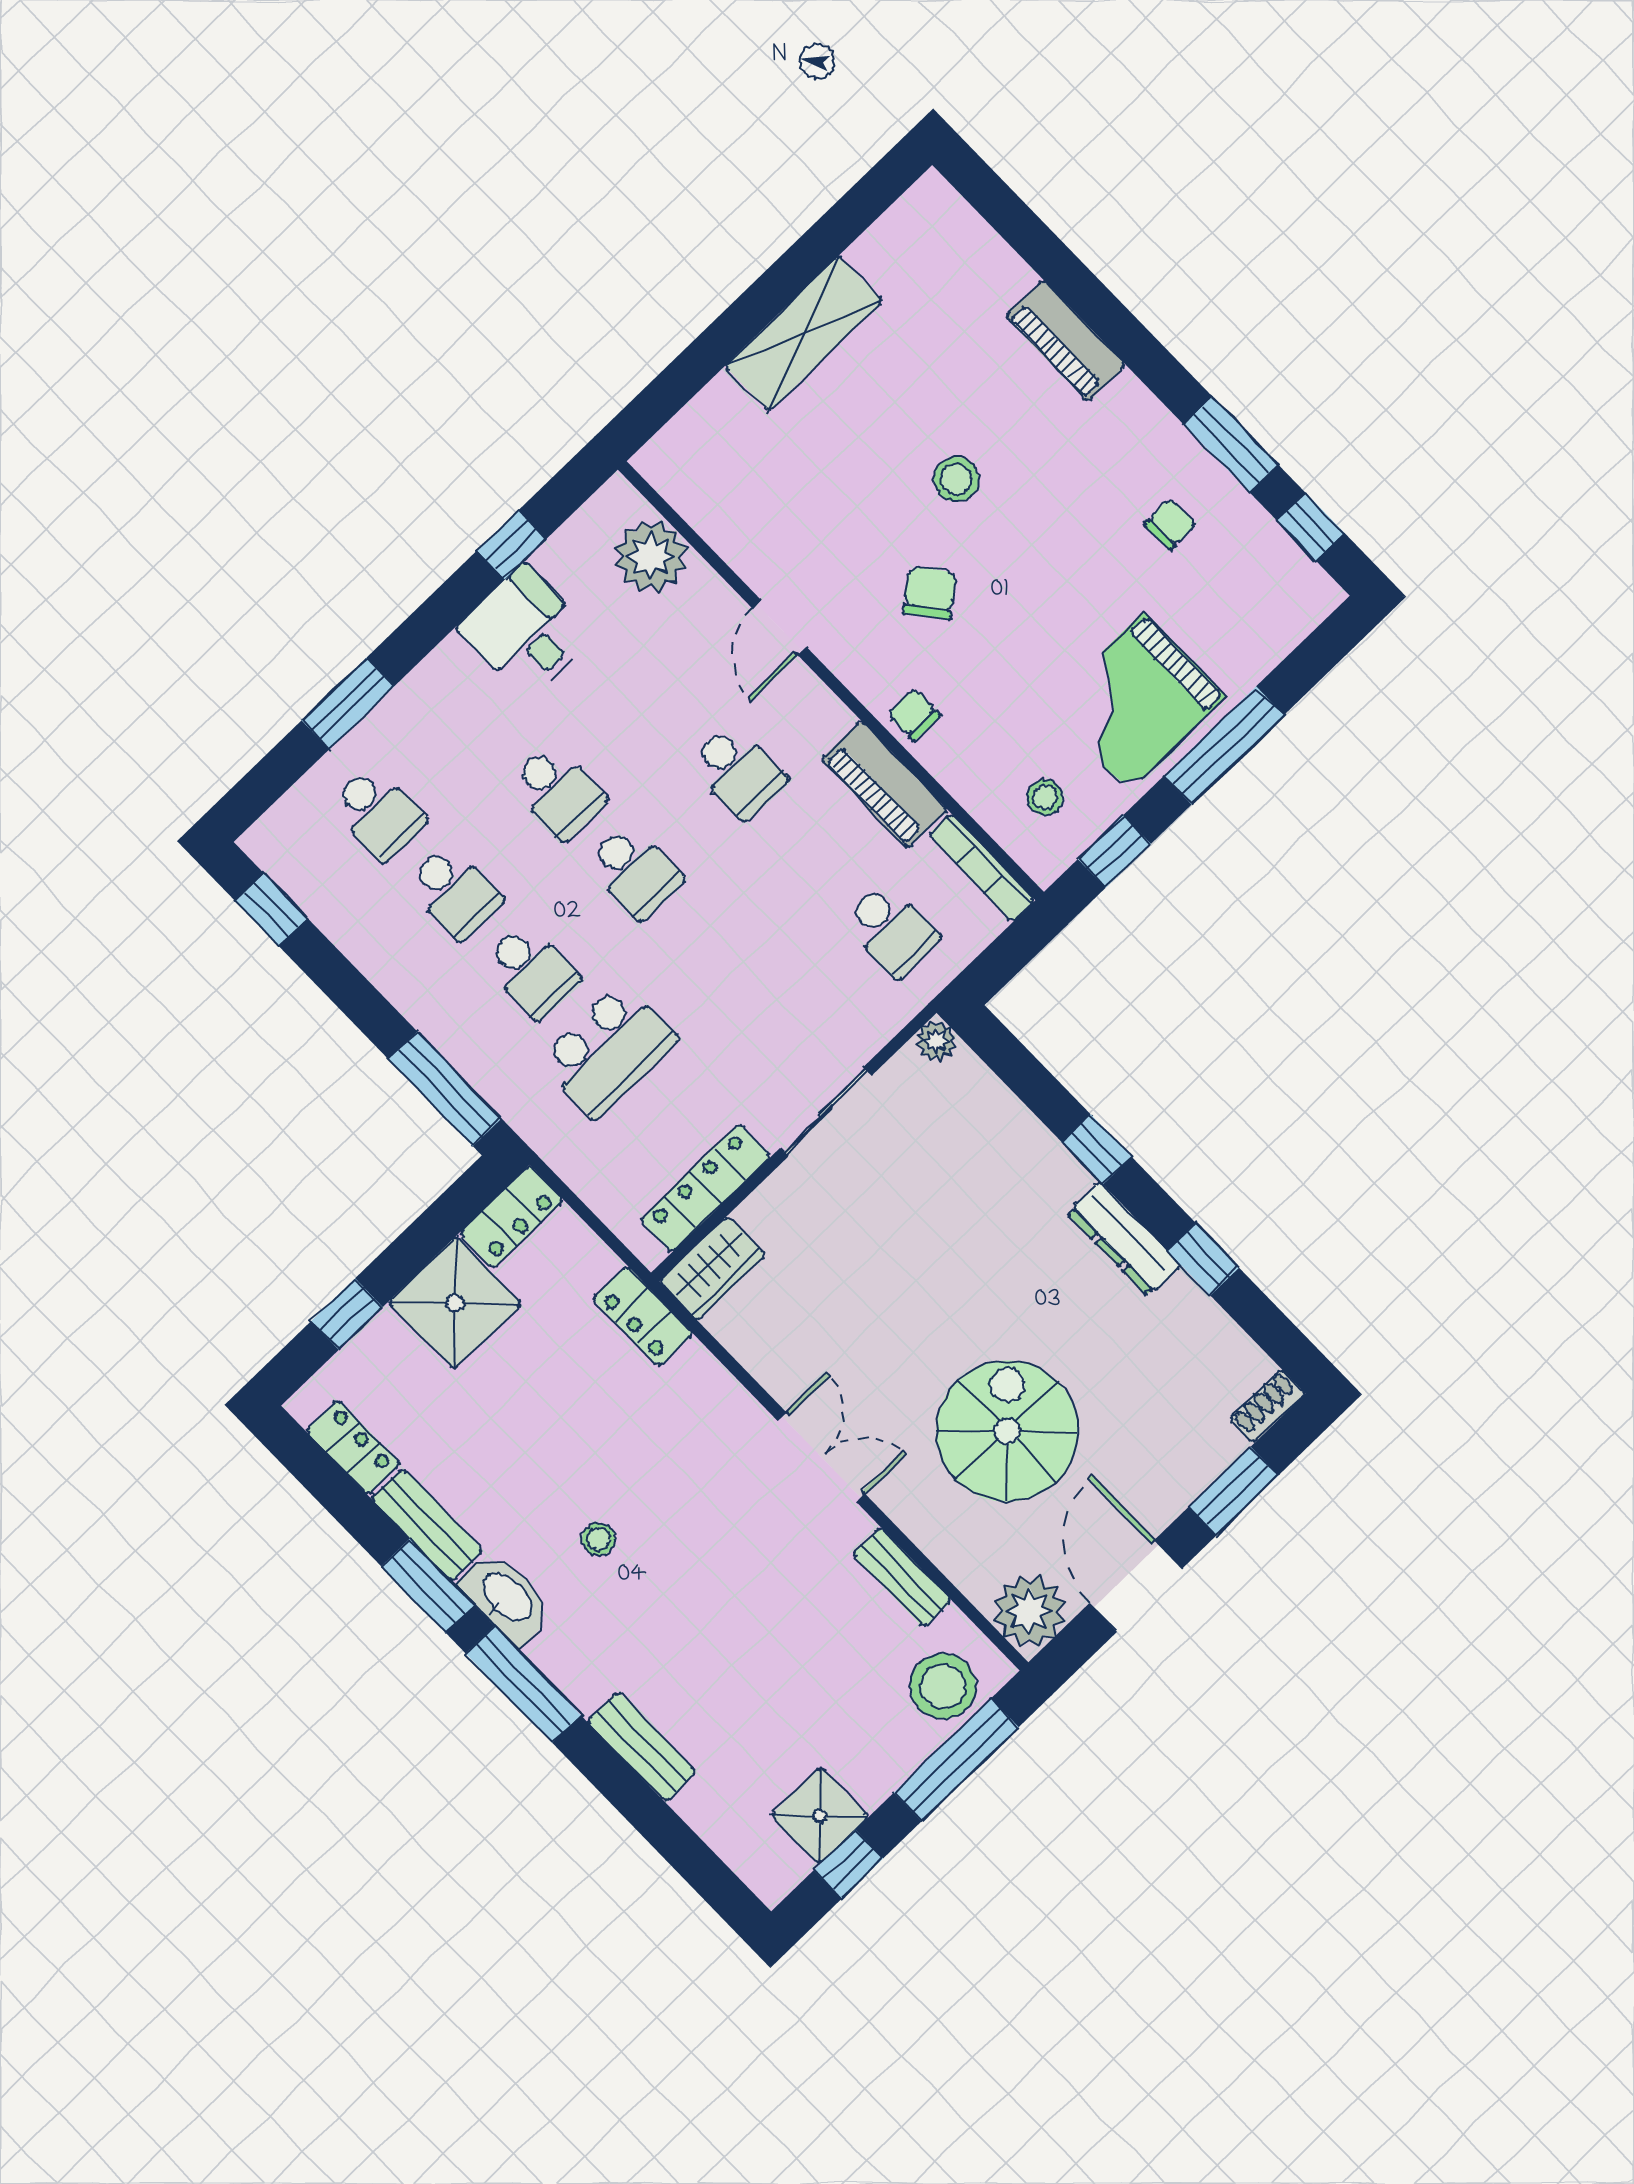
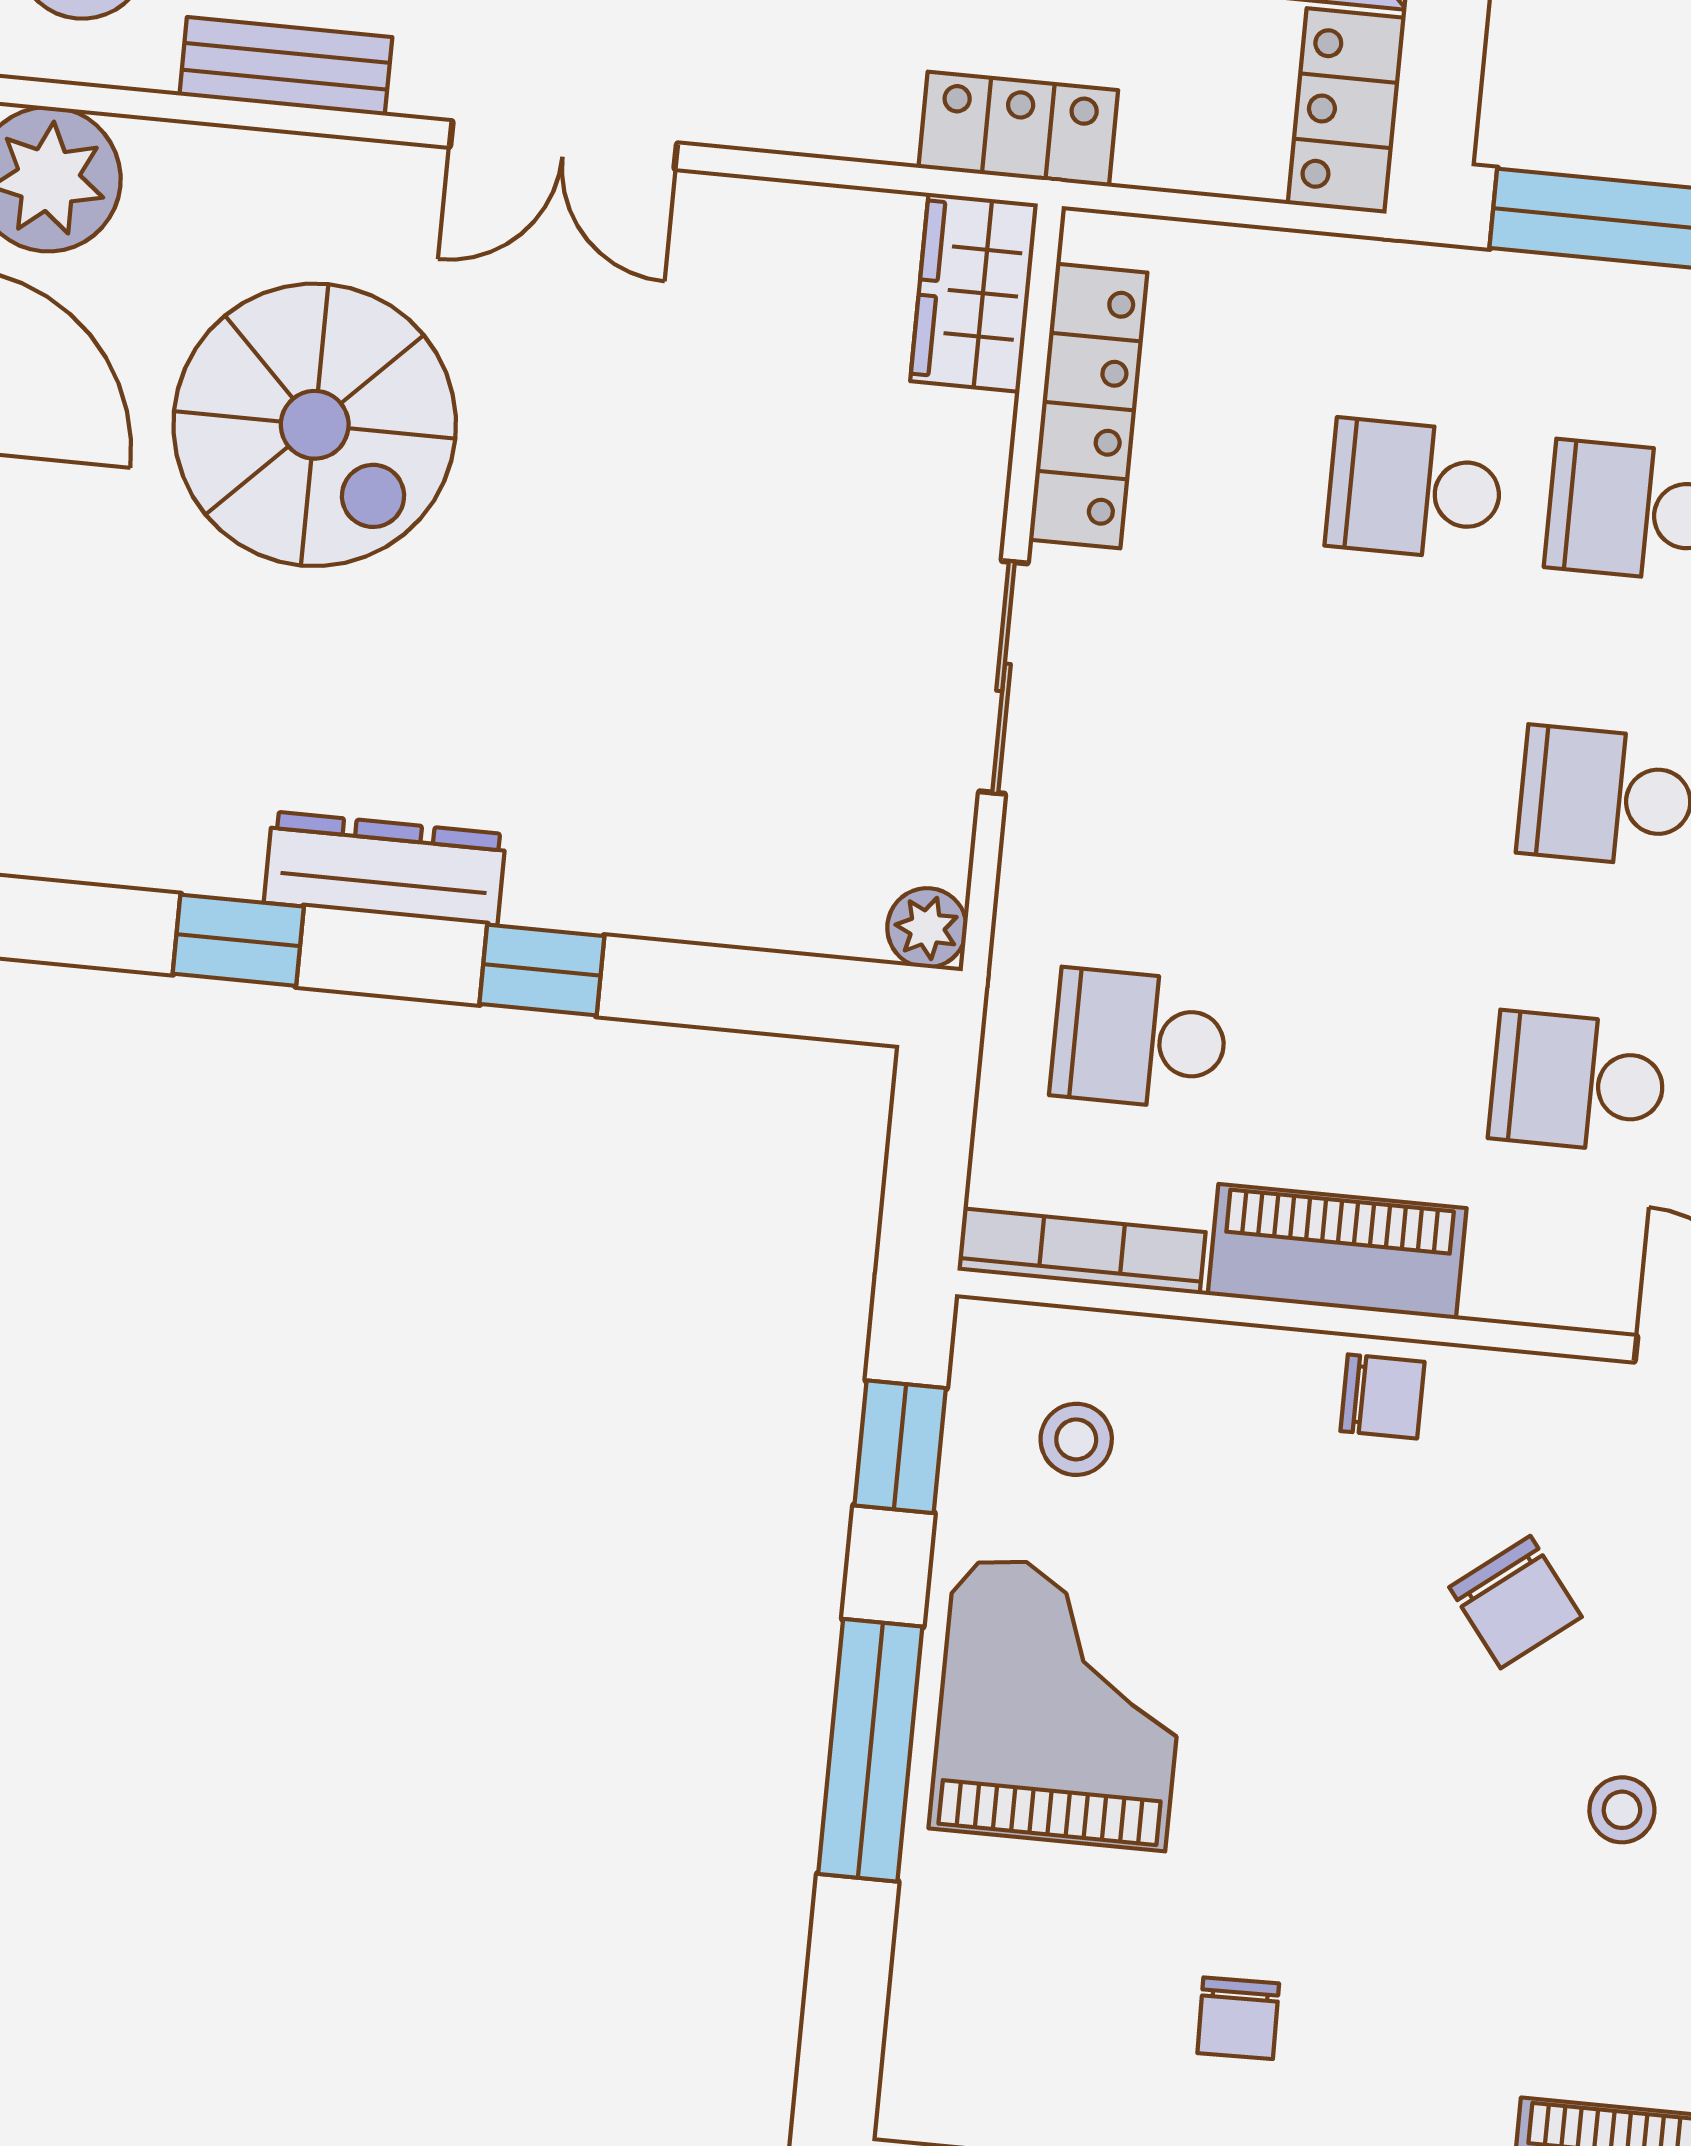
stool: (956, 479) -> (1622, 1810), width x0.73, depth x0.73
school desk: (608, 1050) -> (1415, 490), width x0.54

